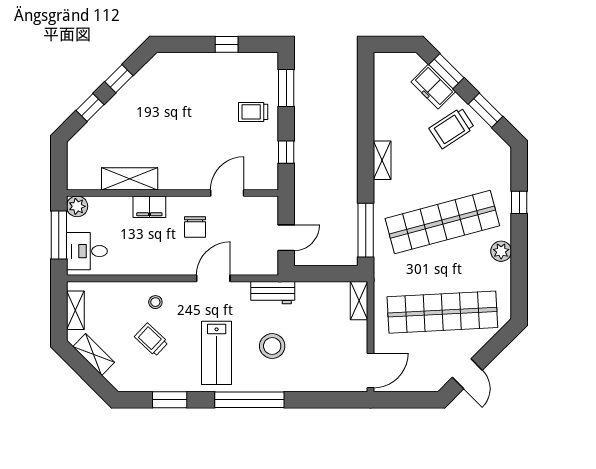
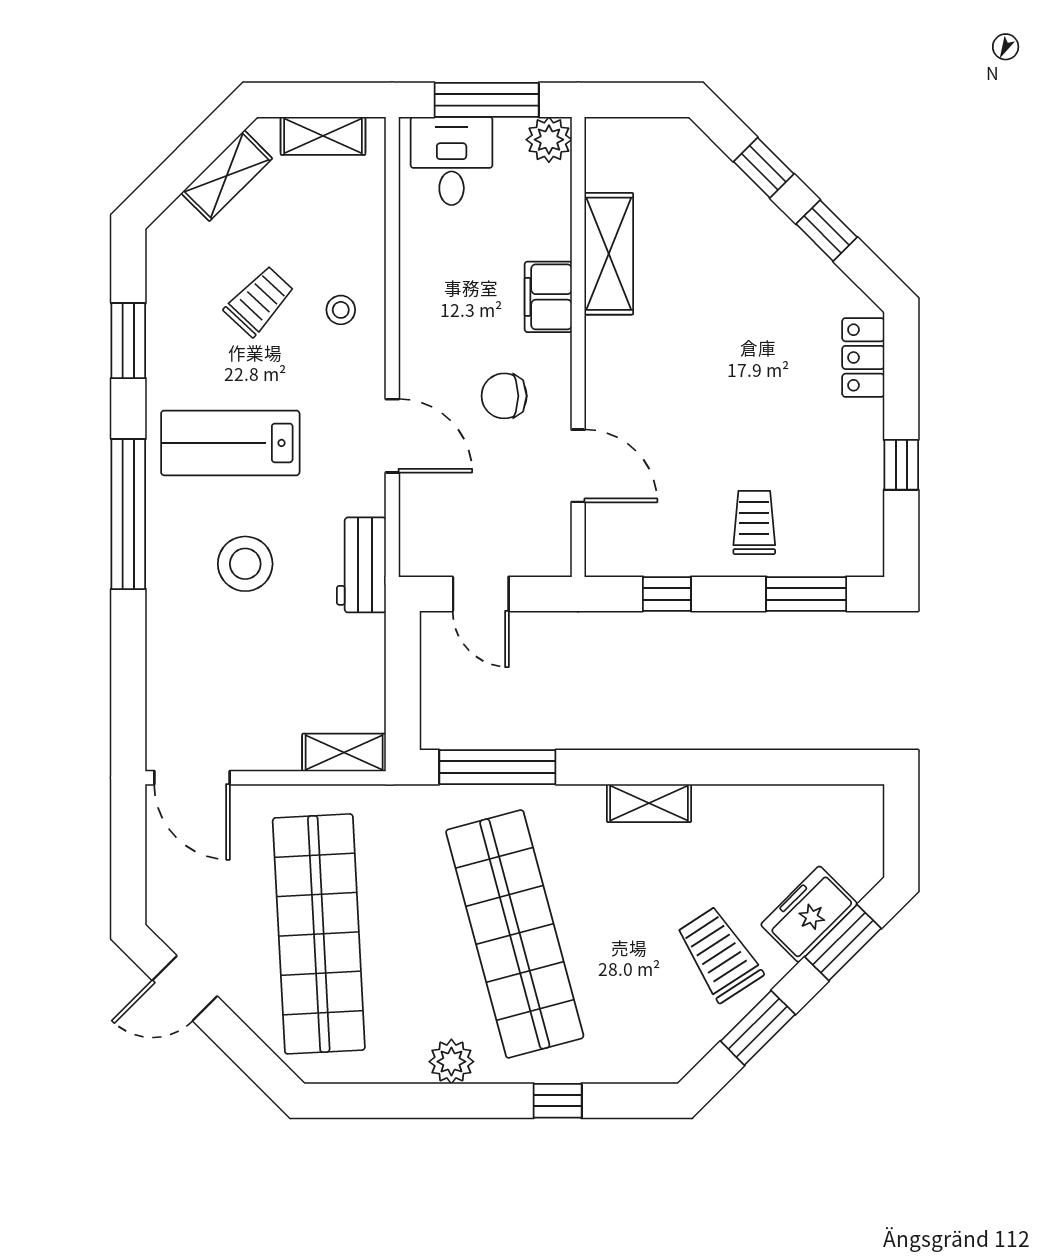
locker: (177, 62) -> (863, 357), added

